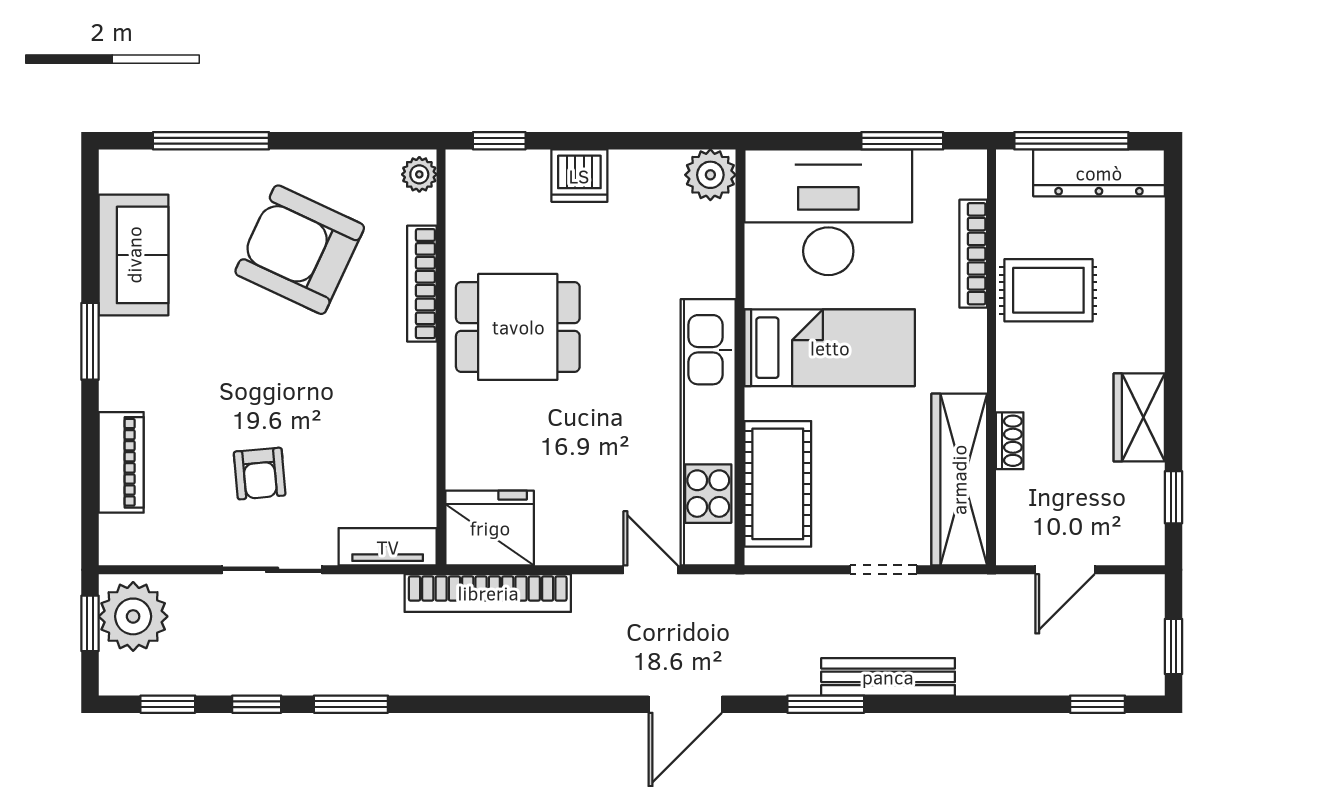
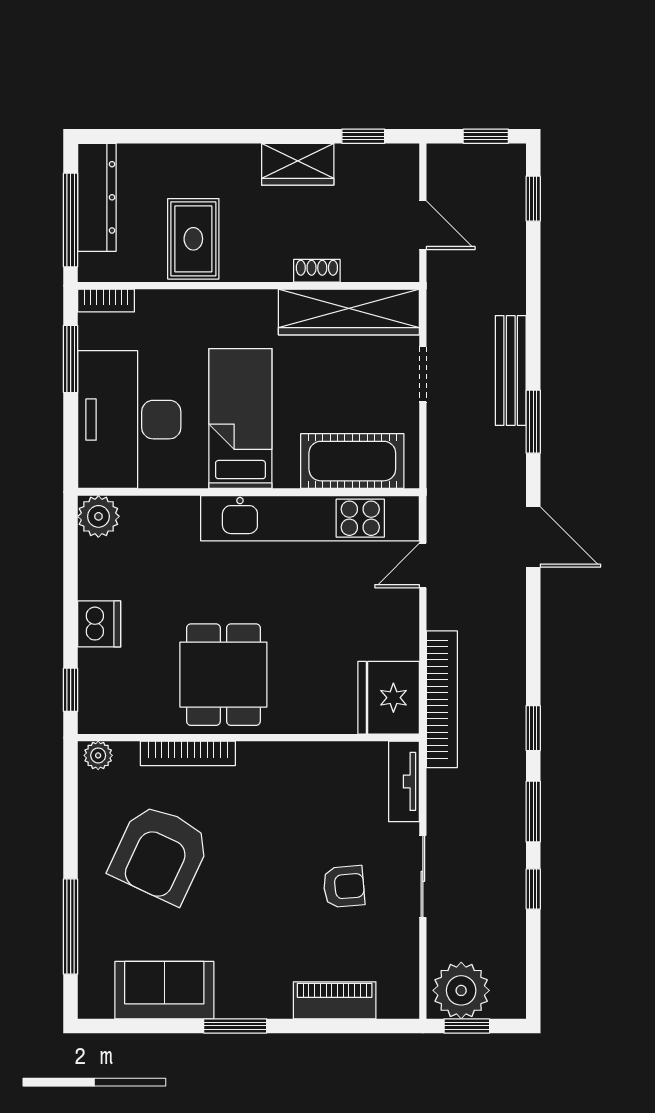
bookcase: (973, 254) -> (106, 301), moved, width x0.64
window: (168, 704) -> (533, 728), moved

